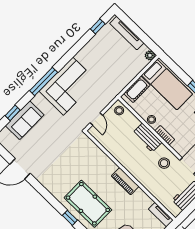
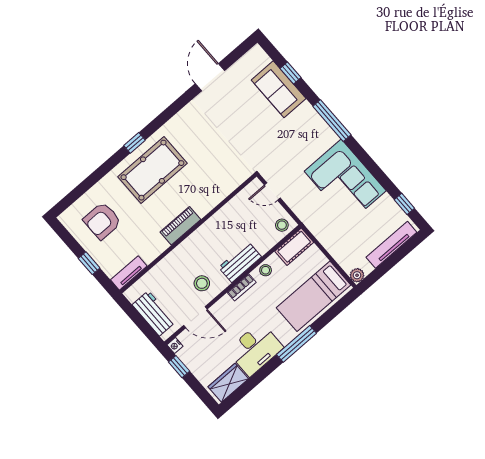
corner sofa: (68, 86) -> (345, 181), moved
cot: (137, 89) -> (294, 247), moved, turned 90

